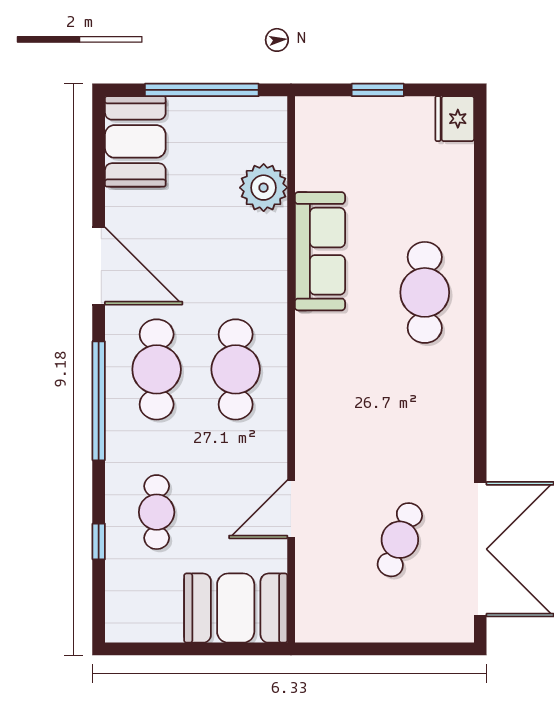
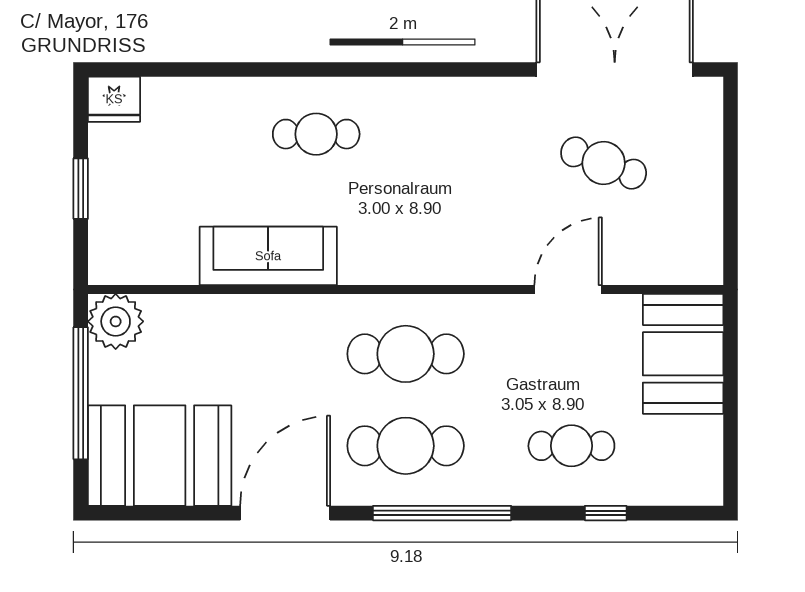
booth: (135, 141) -> (160, 456), width x1.36, depth x1.42
plant: (264, 188) -> (116, 321), moved
cafe table: (425, 292) -> (316, 134), width x0.73, depth x0.74
door: (291, 509) -> (568, 289), swing flipped

